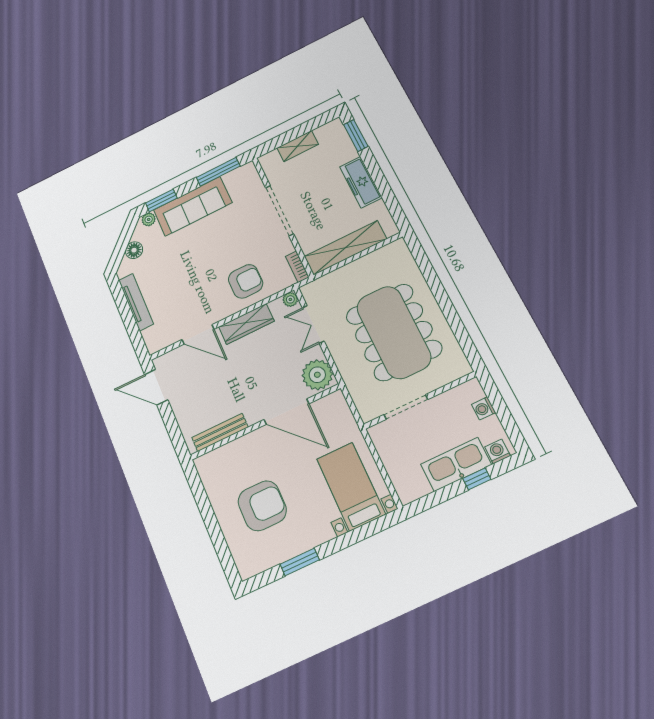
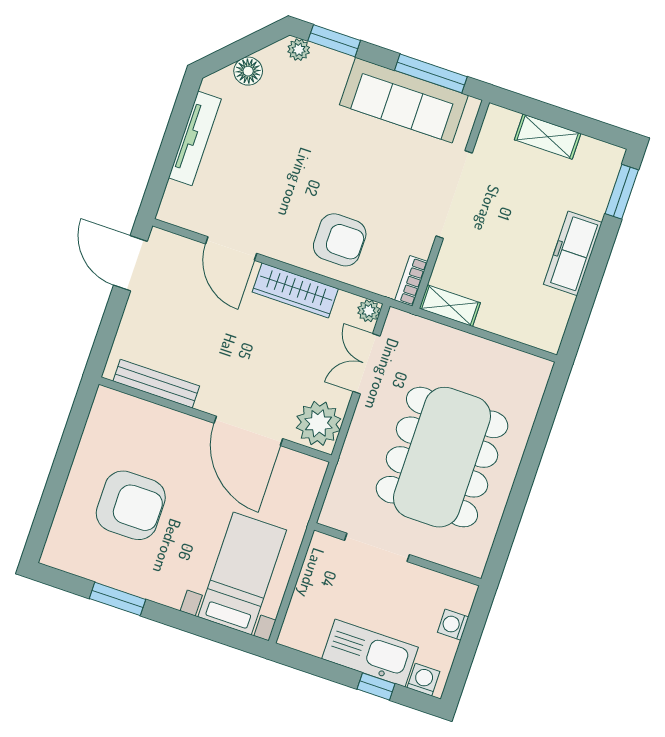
sofa: (193, 206) -> (404, 100), moved
shelving: (345, 248) -> (450, 306), width x0.45, depth x0.75

